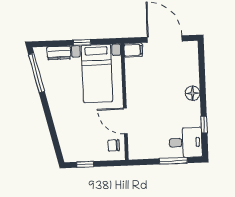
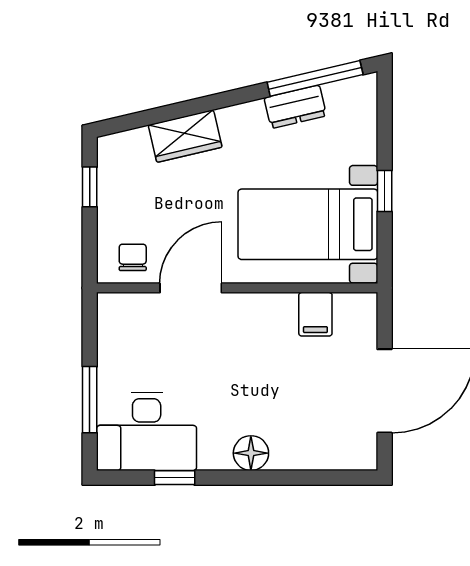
filing cabinet: (133, 50) -> (315, 314), moved
dresser: (59, 53) -> (295, 107), moved, turned -103
wardrobe: (63, 126) -> (185, 136), added
desk: (186, 142) -> (147, 431), width x1.37

